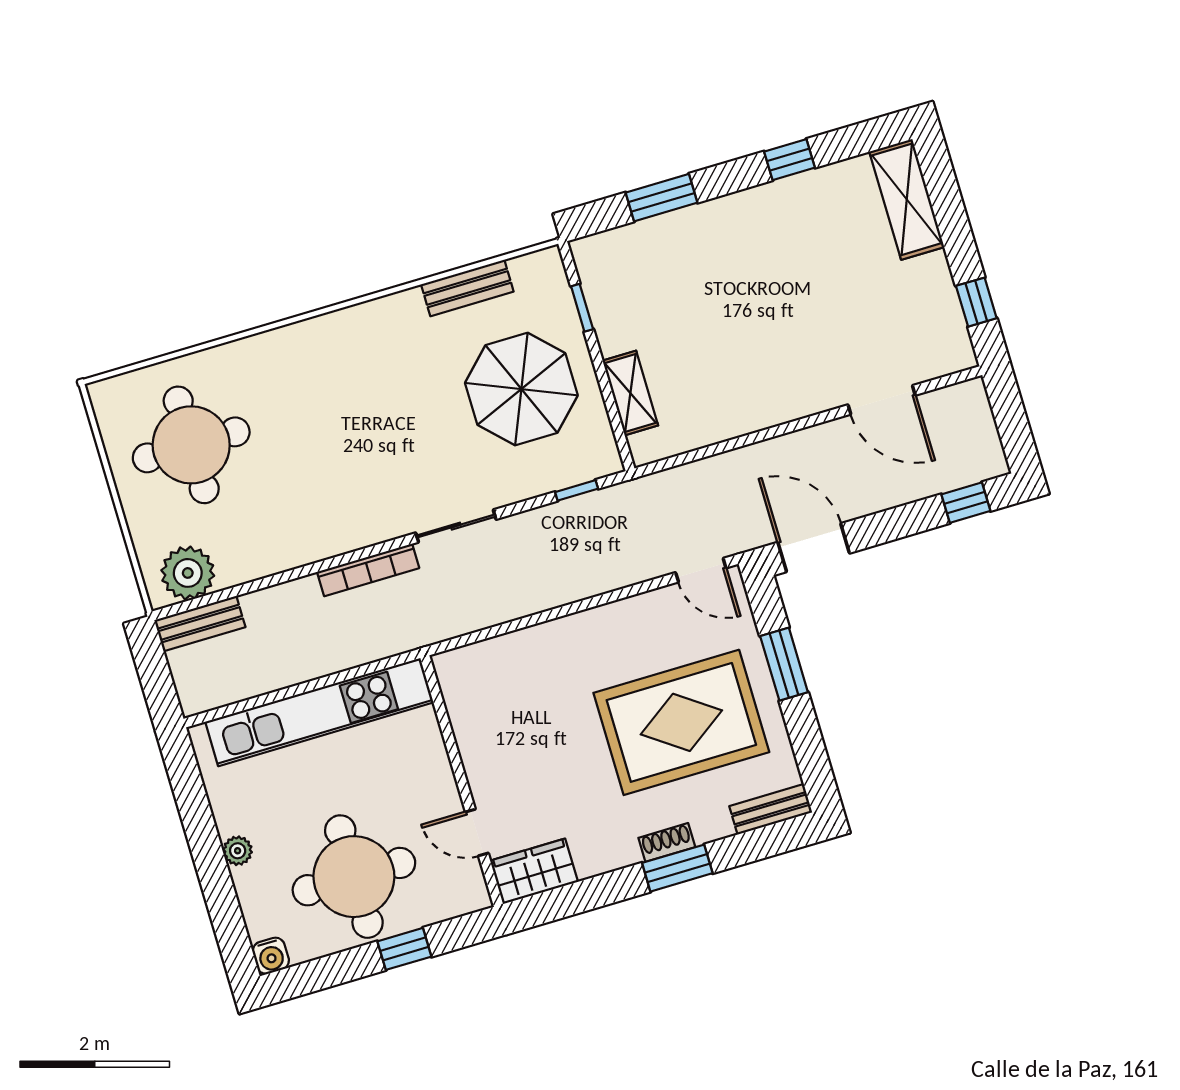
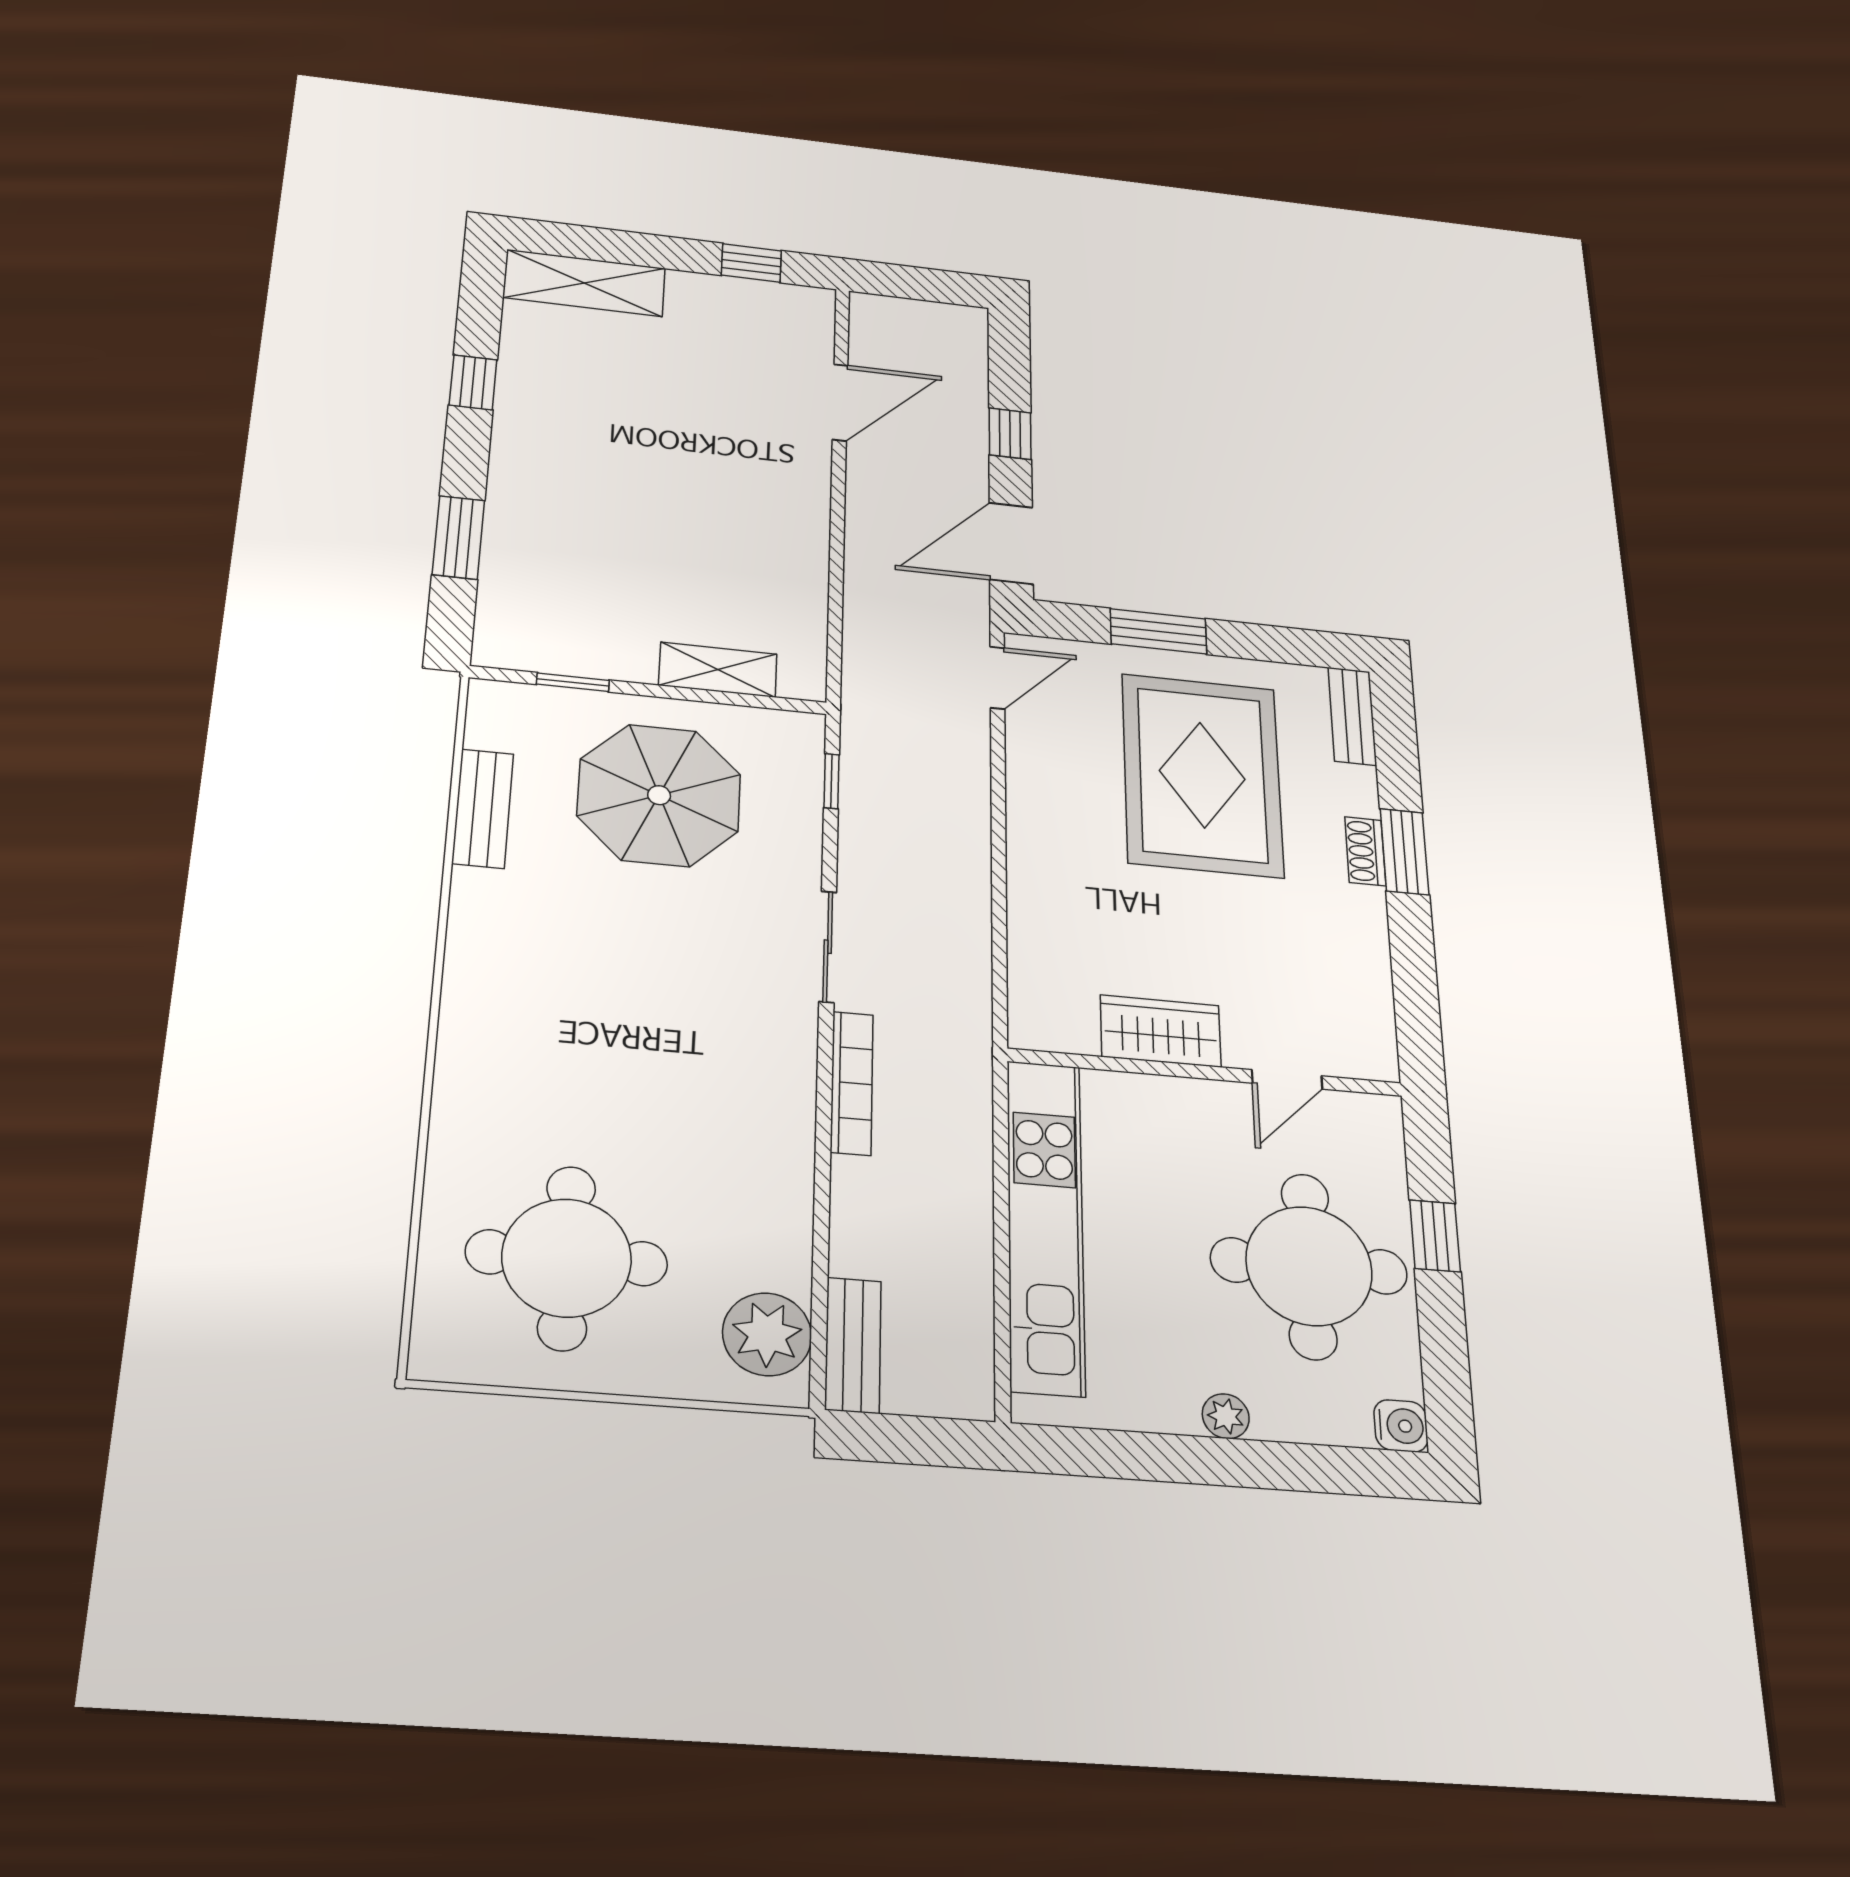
window: (966, 503) -> (1010, 434), moved
wardrobe: (534, 871) -> (1161, 1031), moved, turned 90

